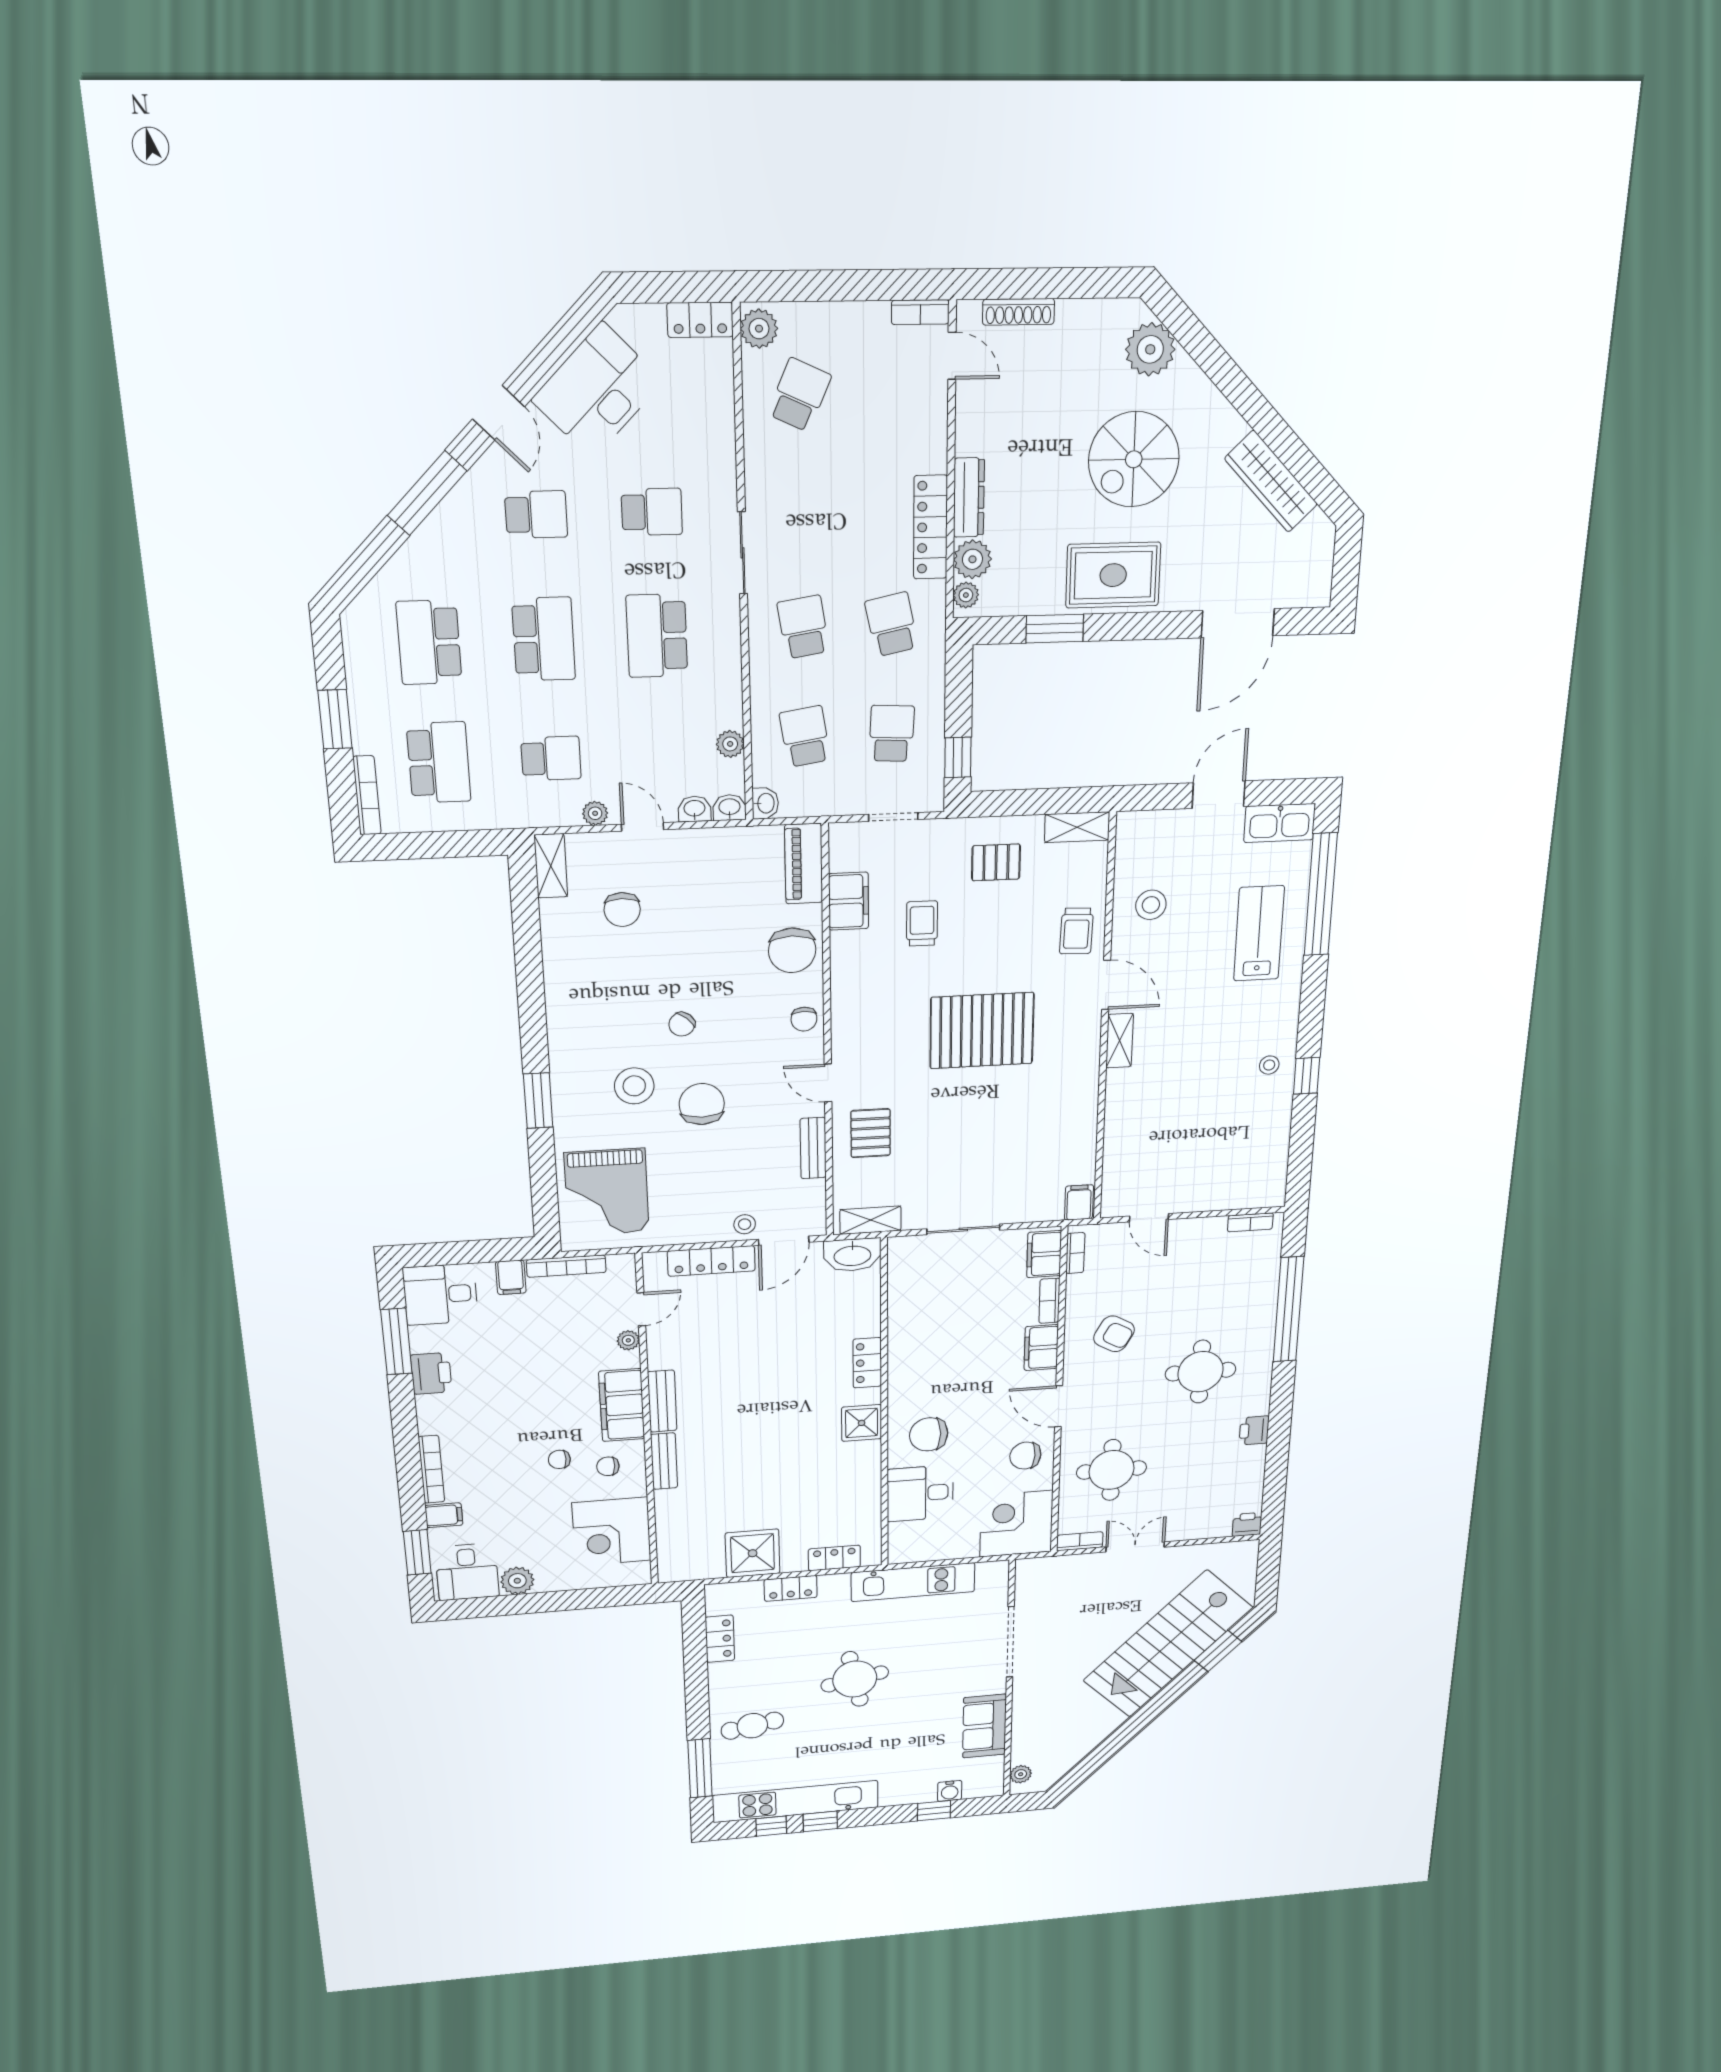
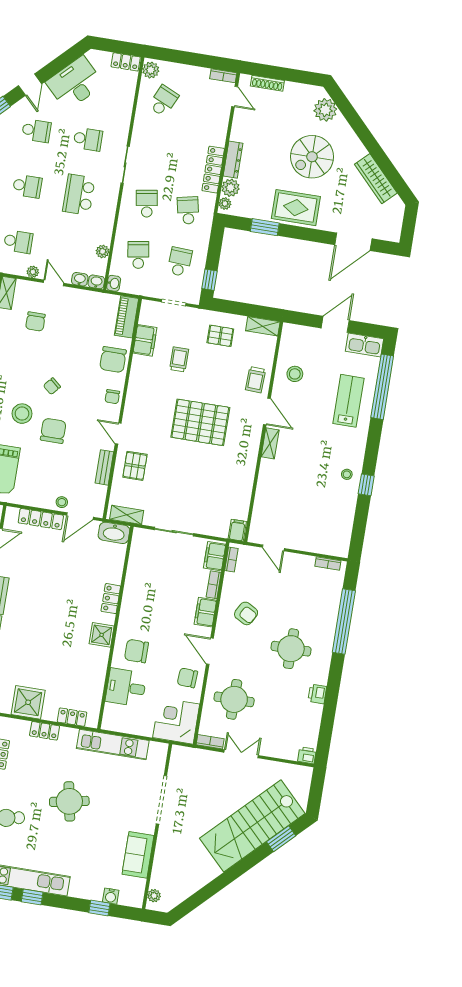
school desk: (544, 639) -> (27, 186), width x0.54

